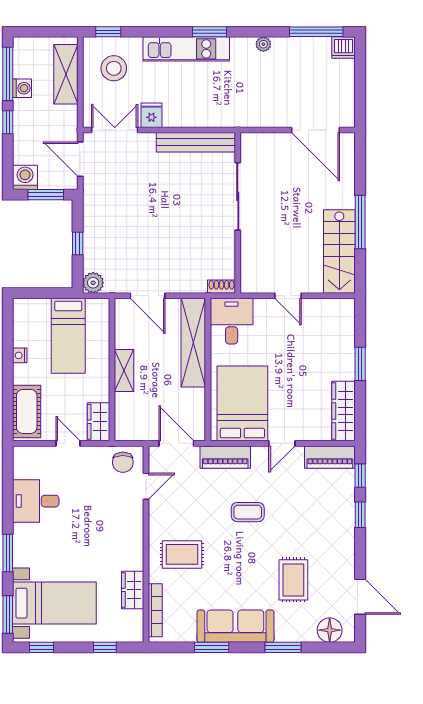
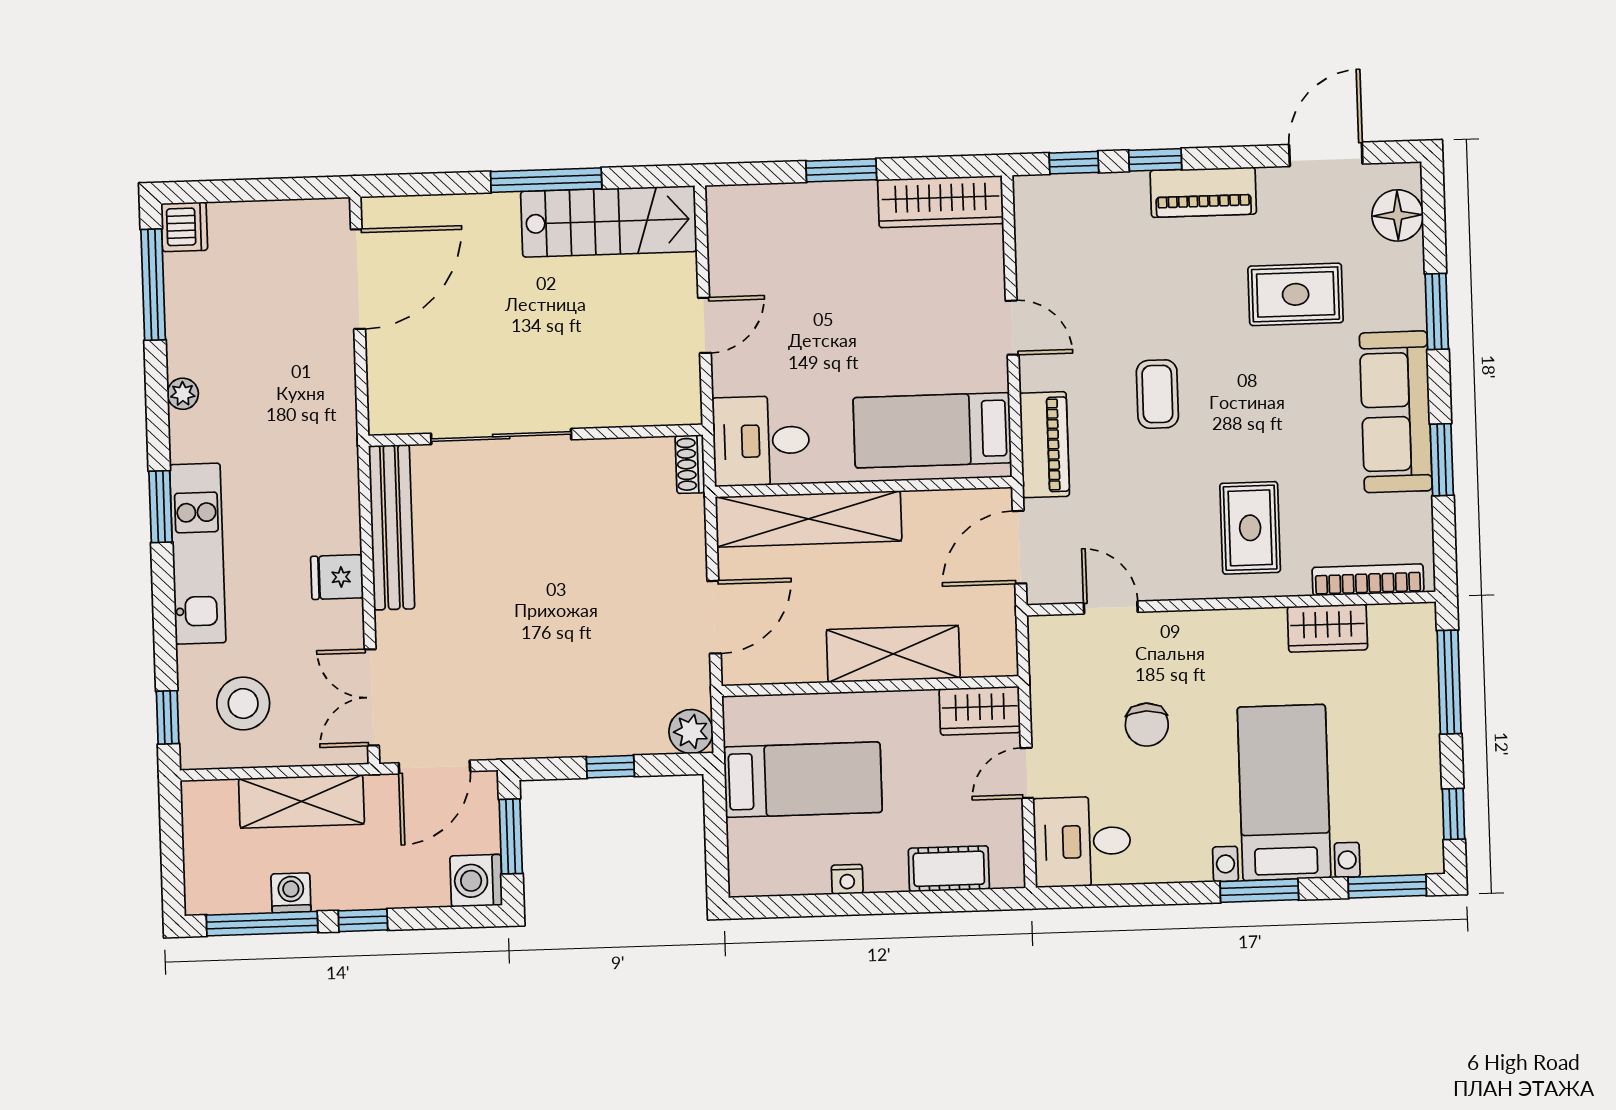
shelving: (66, 74) -> (301, 801), moved
fridge: (151, 115) -> (337, 577), moved
shelving: (124, 371) -> (893, 654), width x1.50, depth x1.33
bed: (242, 403) -> (932, 430), width x0.67
cot: (27, 411) -> (949, 869), width x0.73, depth x0.75
piano: (330, 457) -> (1203, 192), moved, turned 90
chair: (123, 462) -> (1147, 725), moved, turned 90
desk: (36, 501) -> (1082, 842), moved, turned 90
bed with nightstands: (54, 603) -> (1284, 793), moved
window: (105, 647) -> (1449, 682), width x2.17

